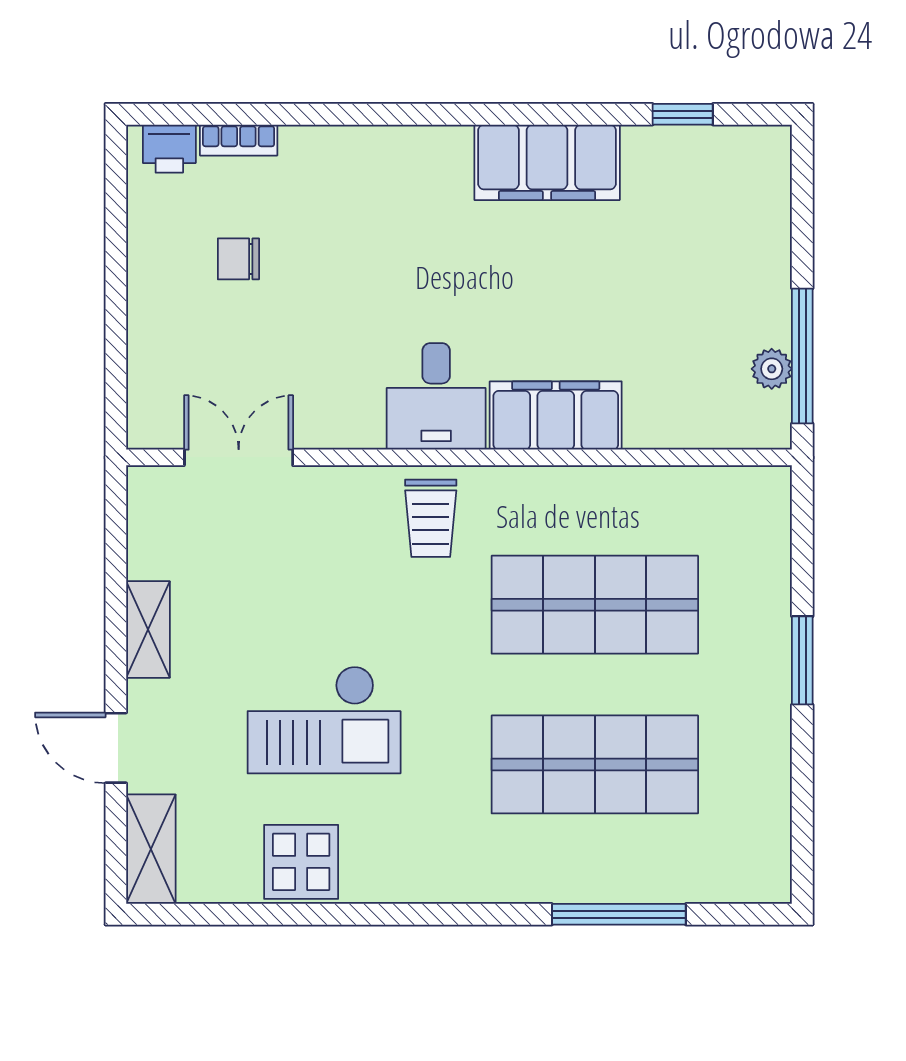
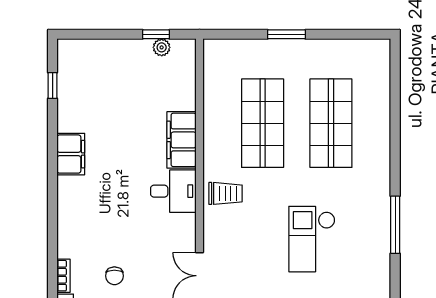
filing cabinet: (547, 162) -> (71, 154), width x0.67, depth x0.86
window: (802, 356) -> (156, 34), width x0.46
checkout: (324, 720) -> (312, 239), turned 180
display table: (301, 862) -> (373, 249), removed
window: (619, 914) -> (395, 225), moved

